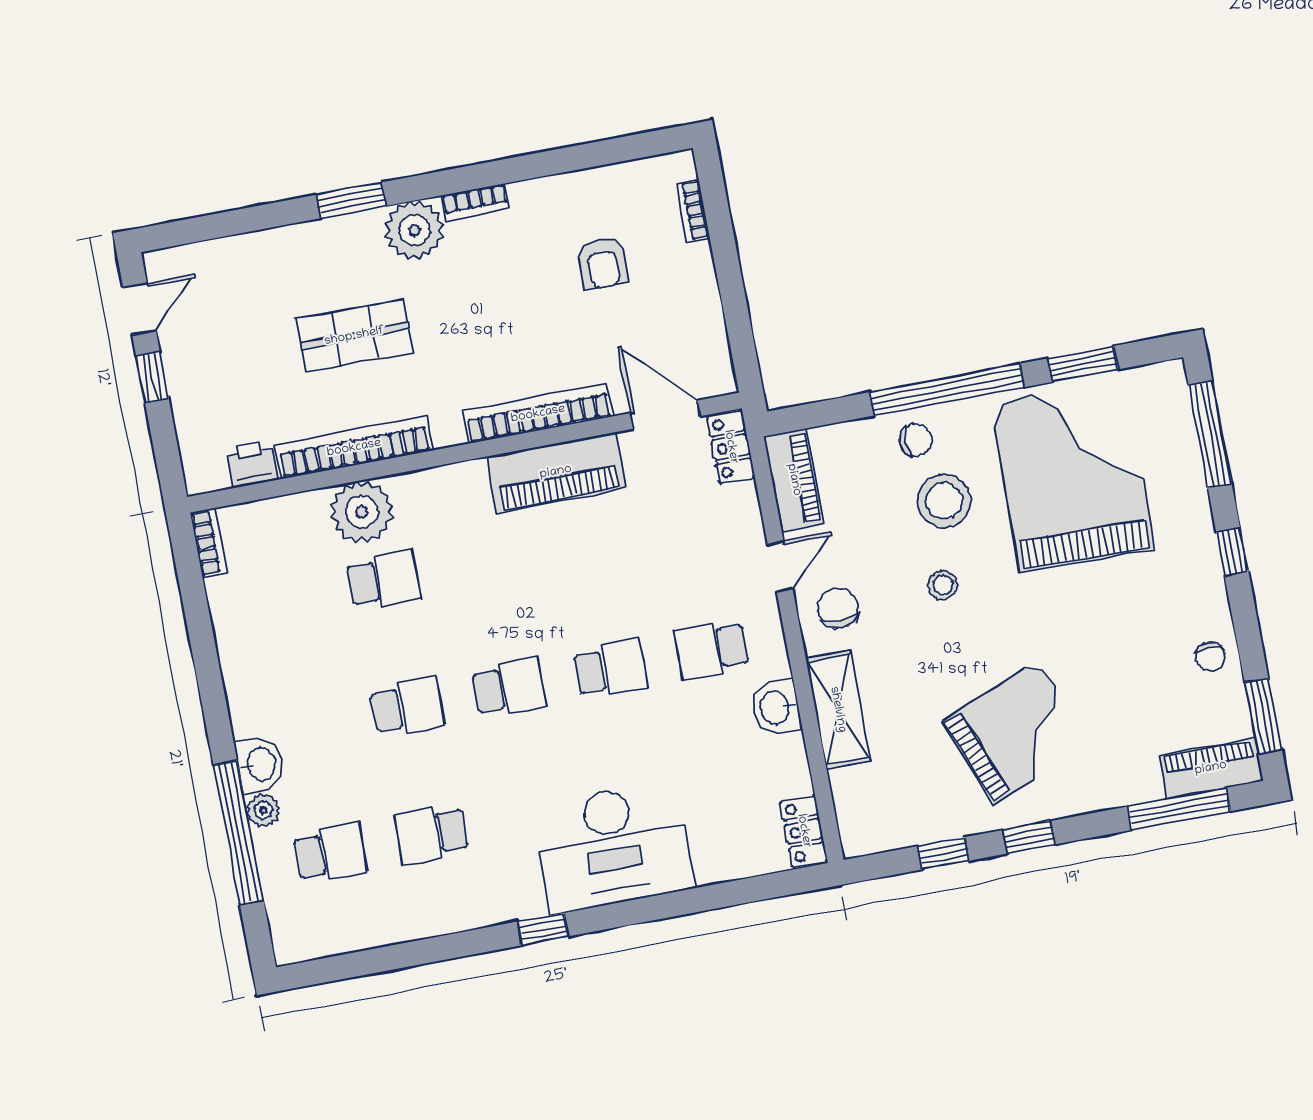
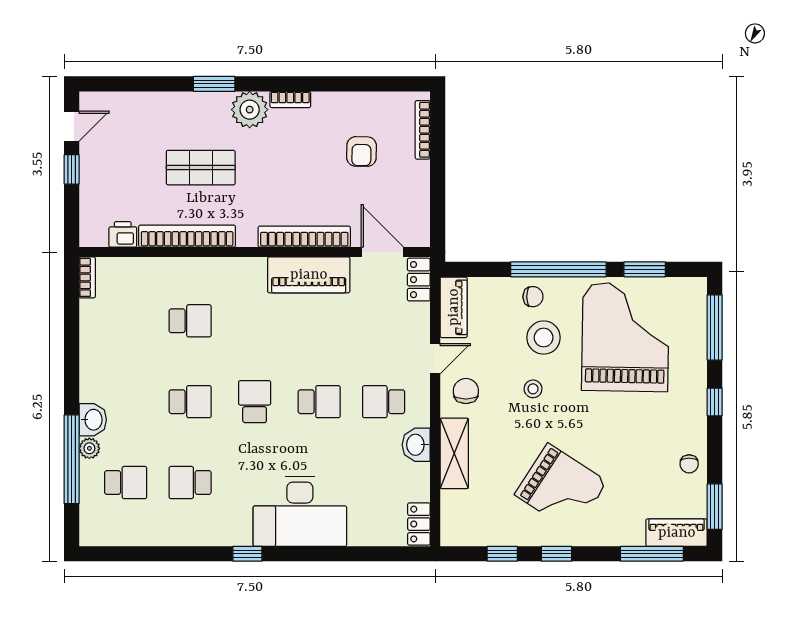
bookcase: (693, 210) -> (423, 130), width x1.56
plant: (362, 512) -> (185, 277), removed
school desk: (509, 688) -> (255, 402), turned -90
grand piano: (1016, 733) -> (561, 488), turned 54

